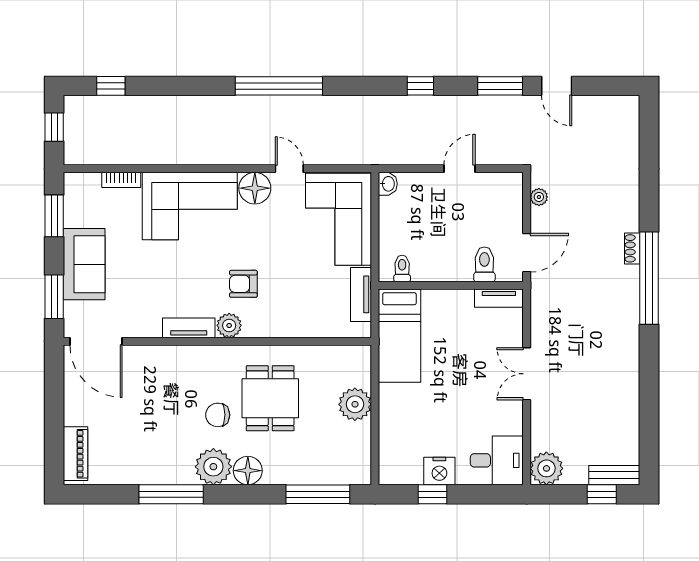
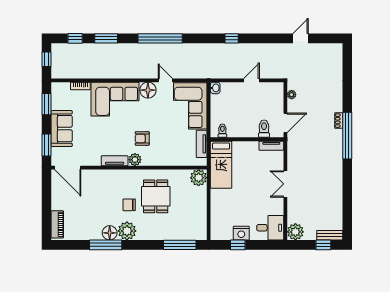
window: (500, 86) -> (106, 38), moved
door: (557, 86) -> (300, 38), swing flipped
plant: (355, 404) -> (199, 178), moved
floor lamp: (248, 471) -> (110, 233), moved

